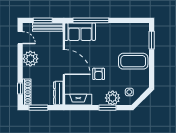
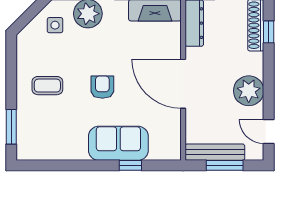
window: (91, 20) -> (130, 165), width x0.32
sofa: (80, 32) -> (118, 143), moved
coffee table: (133, 61) -> (47, 86), width x0.54, depth x0.58
armchair: (99, 74) -> (102, 87), moved

